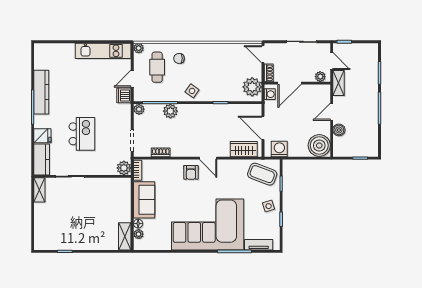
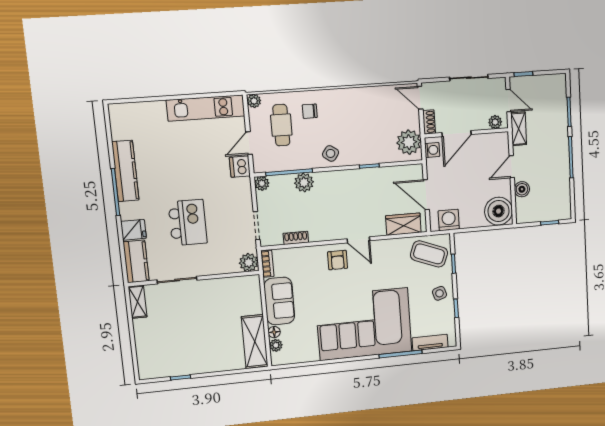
shelving: (125, 236) -> (255, 342), width x1.50, depth x1.33

